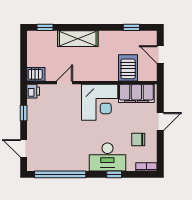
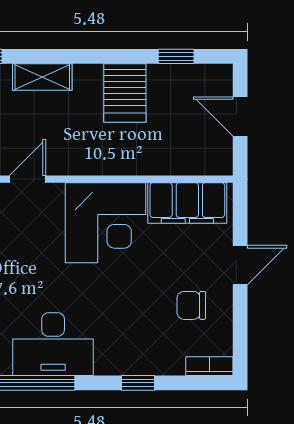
shelving: (78, 39) -> (42, 77), width x0.67, depth x0.75
server rack: (128, 68) -> (125, 93), moved, turned 180
desk: (107, 157) -> (53, 344), moved

